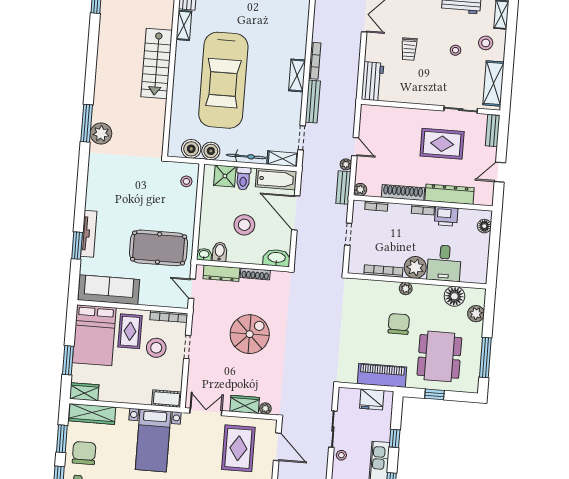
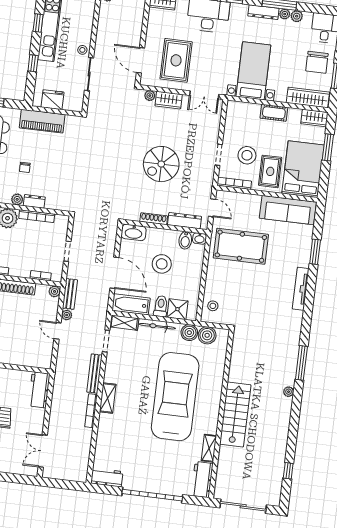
plant: (101, 134) -> (289, 392), moved, width x0.53, depth x0.53
tv unit: (89, 234) -> (301, 289), moved
dresser: (387, 287) -> (34, 201), added
chair: (399, 324) -> (25, 167), width x0.54, depth x0.54
cot: (167, 399) -> (274, 113), moved

